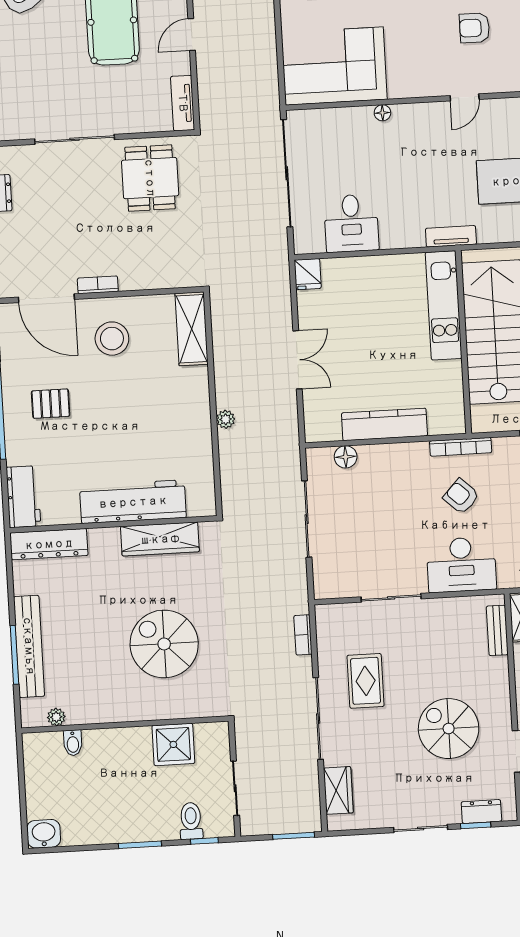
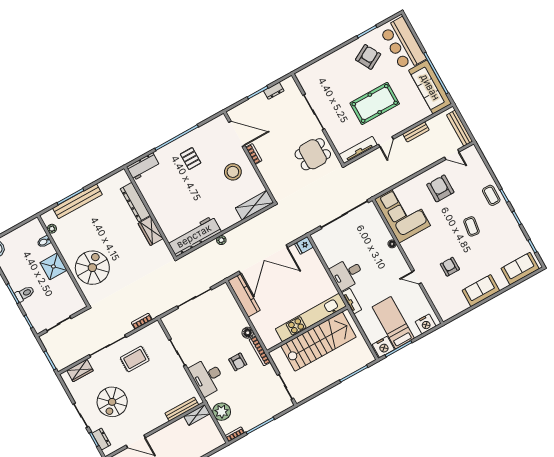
door: (192, 34) -> (386, 142), swing flipped
tv unit: (183, 103) -> (358, 150), width x1.41
desk: (351, 223) -> (347, 274), moved
door: (46, 298) -> (237, 134), swing flipped
kitchen unit: (444, 305) -> (311, 318), width x1.36
double door: (298, 360) -> (263, 259), width x1.87
kitchen counter: (384, 424) -> (244, 295), moved
floor lamp: (346, 457) -> (248, 333), moved
armchair: (461, 496) -> (238, 362), turned 137
workbench: (133, 502) -> (194, 236), moved, turned -90
wardrobe: (160, 539) -> (151, 231), width x0.67
dresser: (49, 544) -> (135, 202), moved
bench: (497, 630) -> (182, 409), width x1.36
spiral stairs: (164, 644) -> (92, 268), moved
spiral stairs: (449, 729) -> (112, 402), moved, turned 180
shower: (173, 744) -> (53, 266), moved
toilet: (191, 821) -> (25, 294), moved

